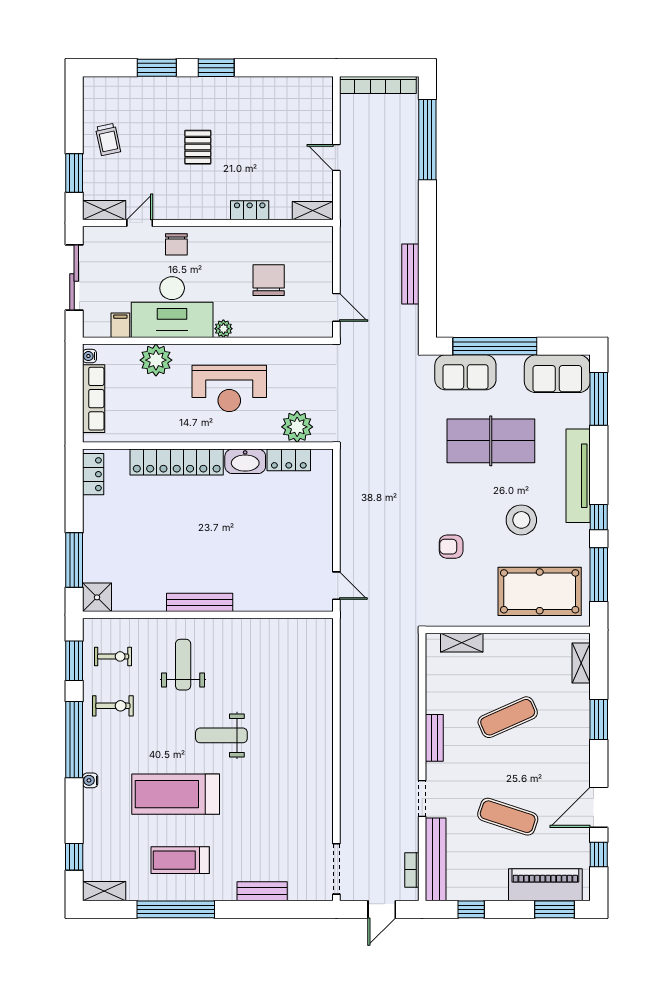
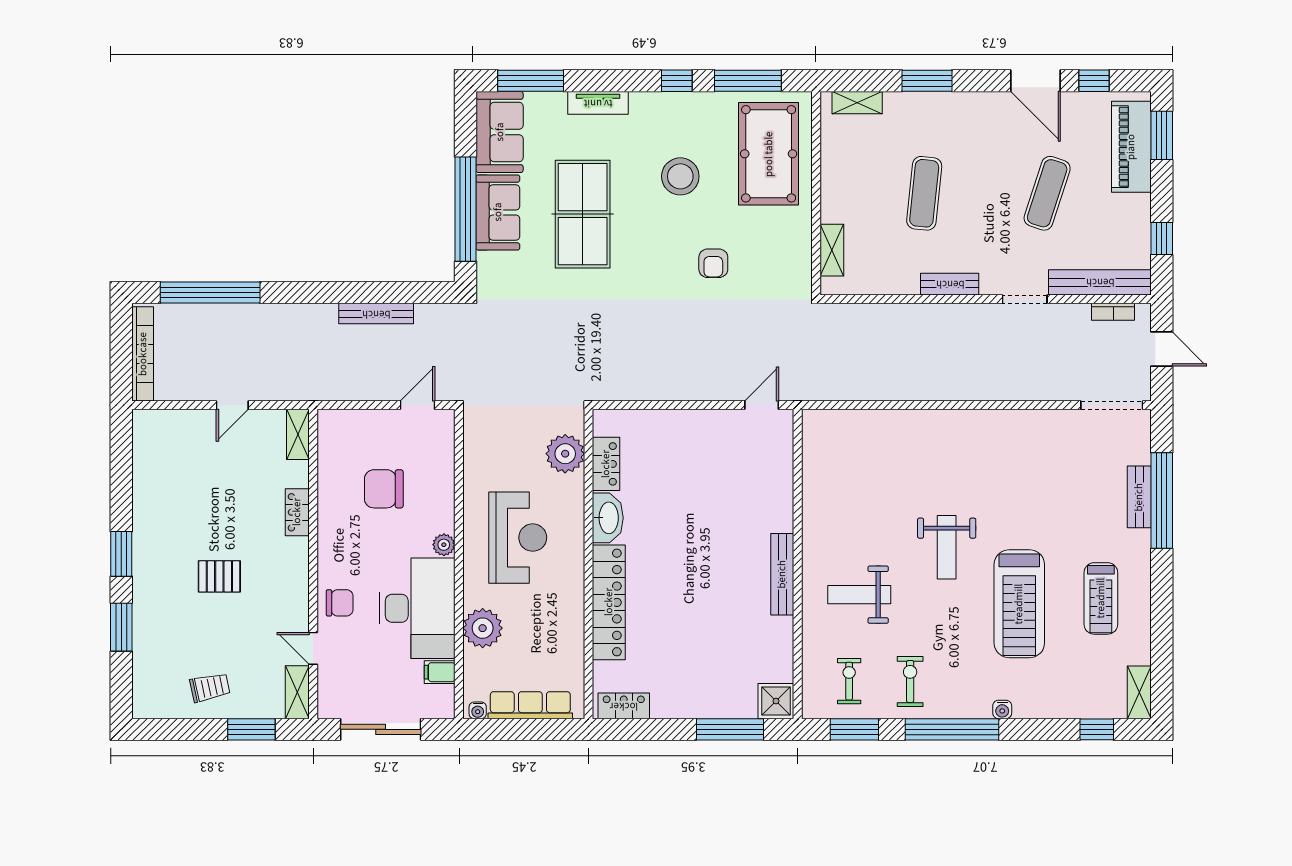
sofa: (465, 372) -> (498, 212), moved
tv unit: (578, 476) -> (598, 103), width x0.52, depth x0.78
exercise mat: (508, 717) -> (924, 193), turned 30
window: (176, 909) -> (1162, 500), moved

